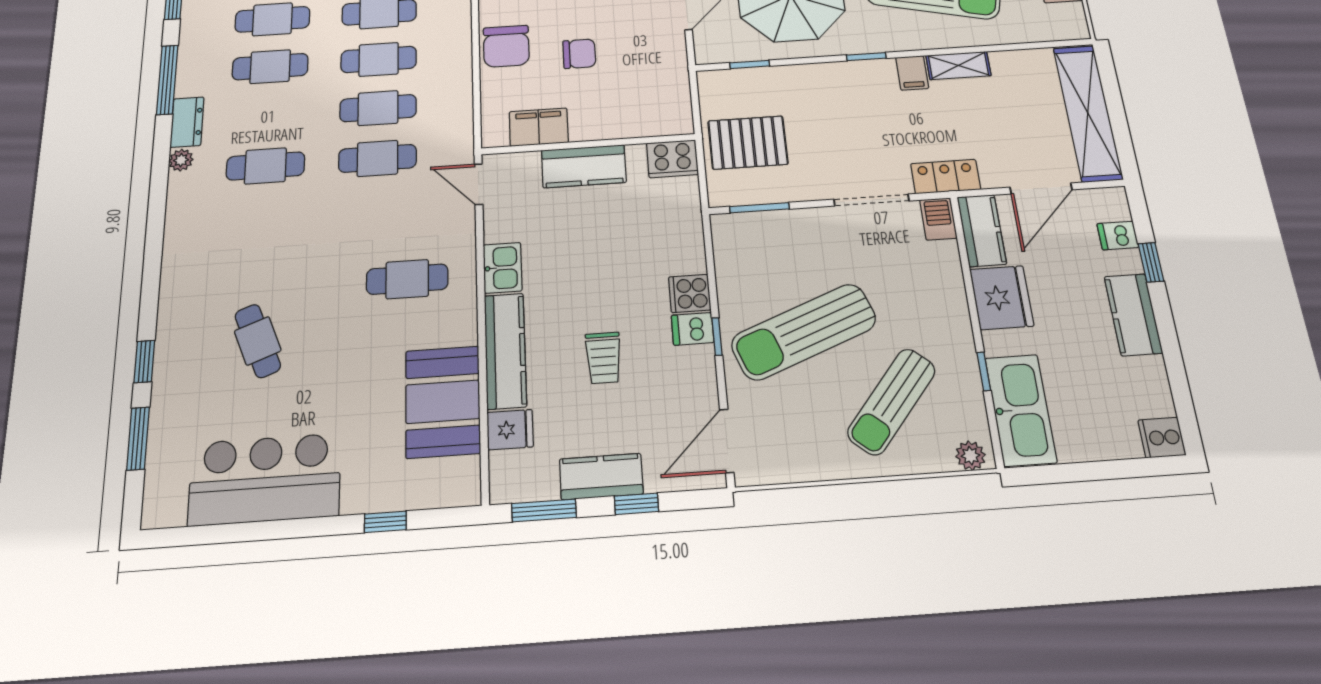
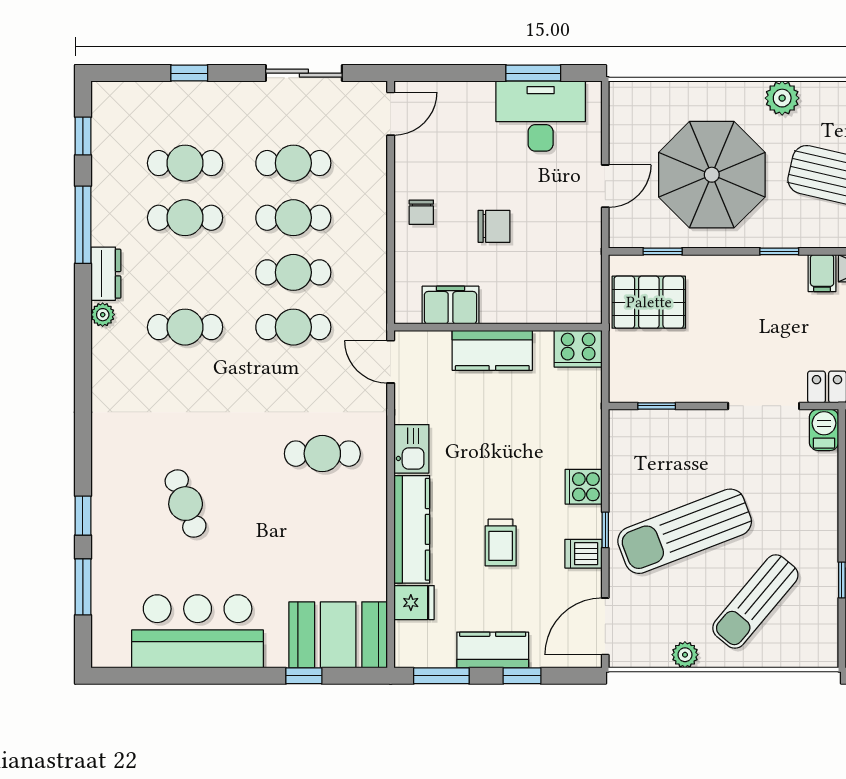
chair: (506, 46) -> (421, 212), width x0.54, depth x0.54
pallet: (748, 143) -> (649, 302), moved
window: (759, 208) -> (657, 406), width x0.67
dishwasher: (693, 329) -> (583, 554), moved
booth: (443, 402) -> (338, 635), moved, turned 90
plant: (971, 456) -> (685, 655), moved

